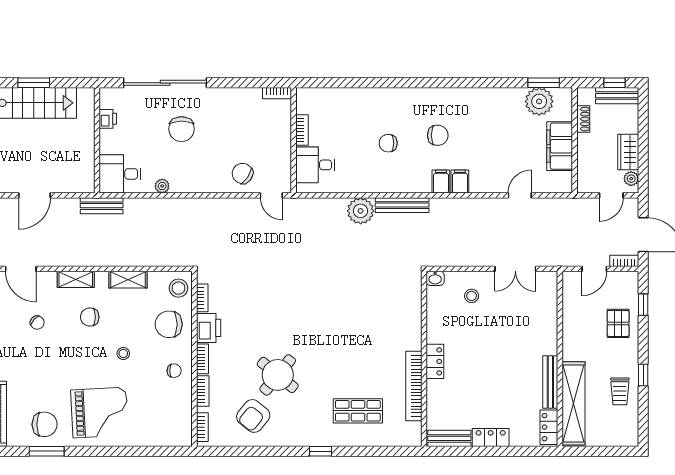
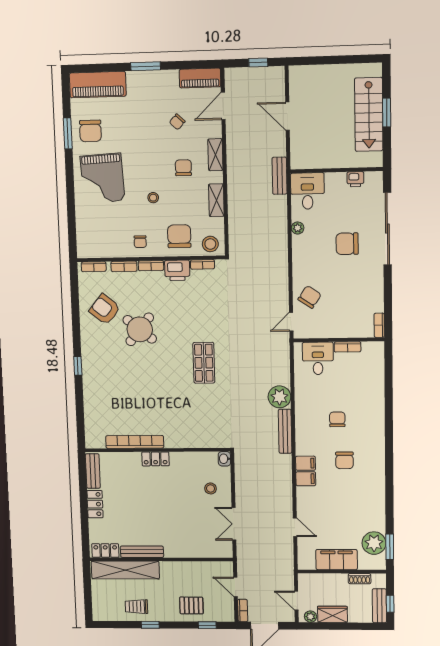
shop shelf: (358, 411) -> (204, 363), moved

